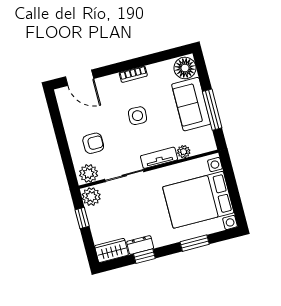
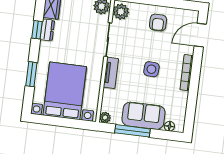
floor lamp: (185, 68) -> (169, 126), width x0.53, depth x0.53
bookcase: (133, 74) -> (187, 73), width x1.56
armchair: (93, 143) -> (158, 22), moved
plant: (184, 152) -> (105, 117), moved

